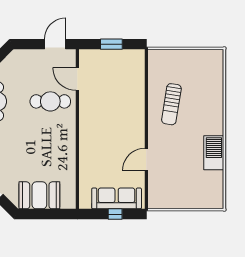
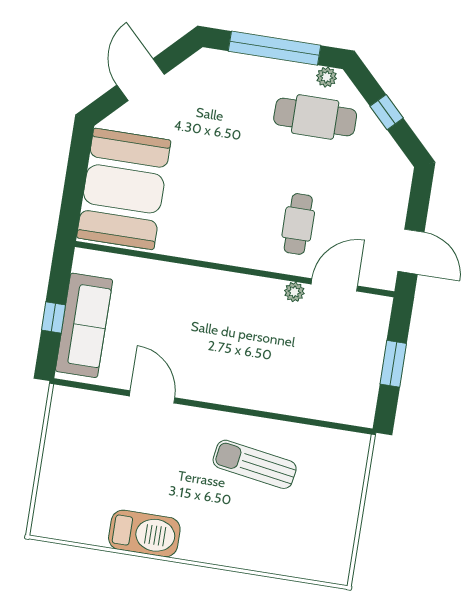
plant: (84, 98) -> (294, 292), added
cafe table: (50, 101) -> (298, 224), width x0.73, depth x0.74
booth: (39, 195) -> (124, 189), width x1.36, depth x1.42

